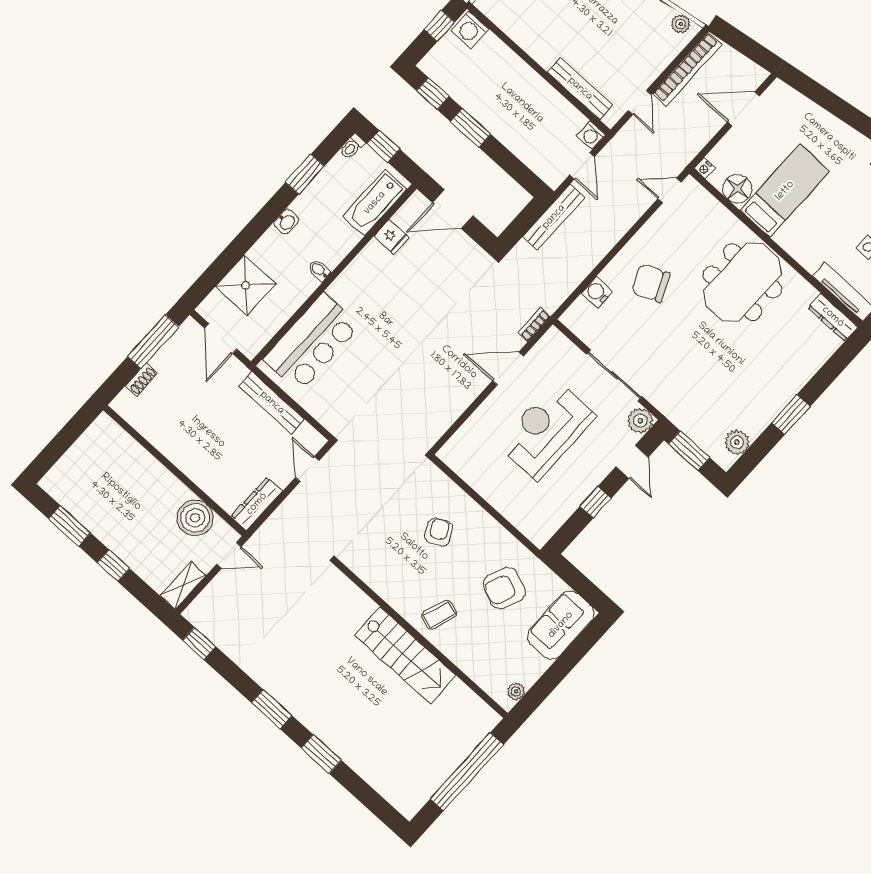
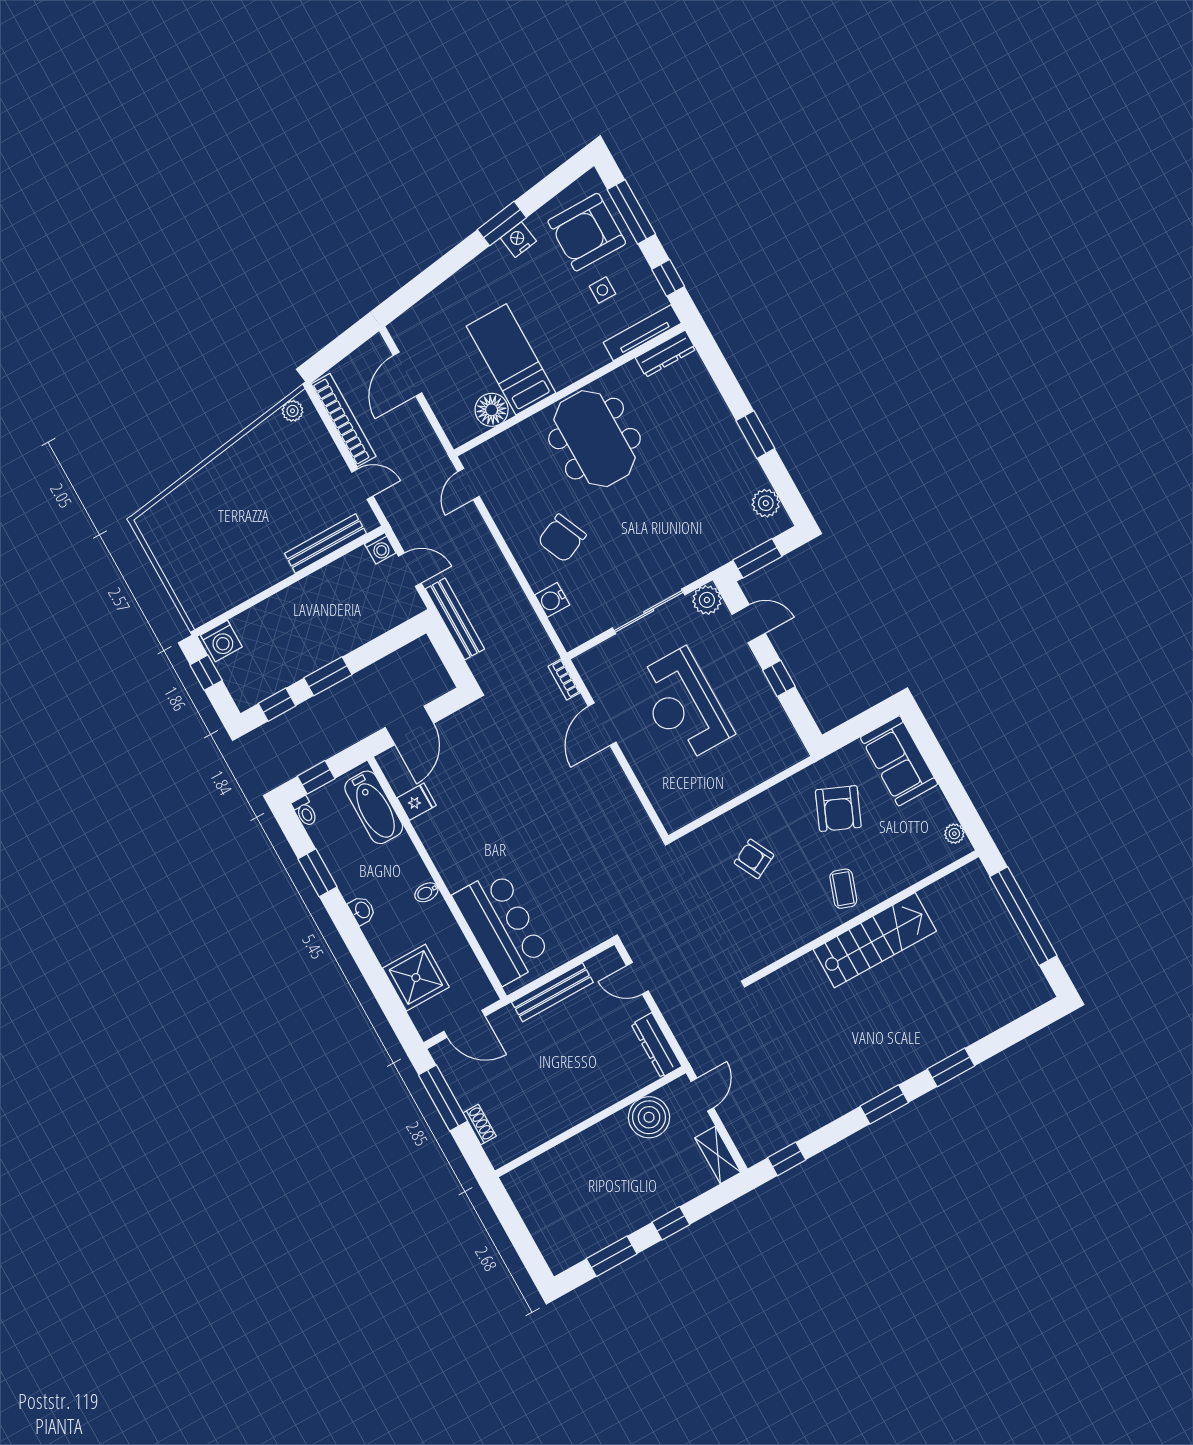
nightstand: (705, 168) -> (458, 438), removed

